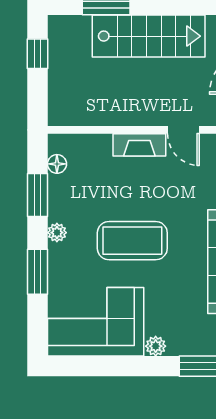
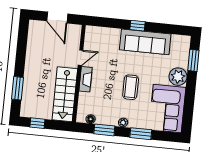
stairs: (149, 36) -> (65, 94), moved, turned 180
coffee table: (132, 241) -> (131, 87), width x0.73, depth x0.76
plant: (156, 346) -> (178, 77), width x1.88, depth x1.88

